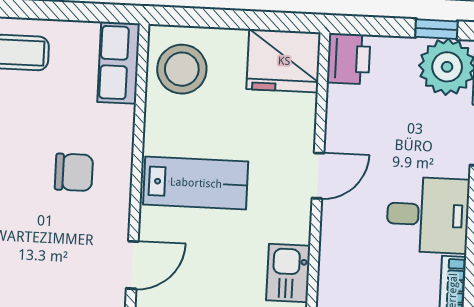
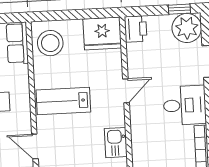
lab bench: (196, 183) -> (63, 101), turned 180
door: (132, 265) -> (35, 147), swing flipped

